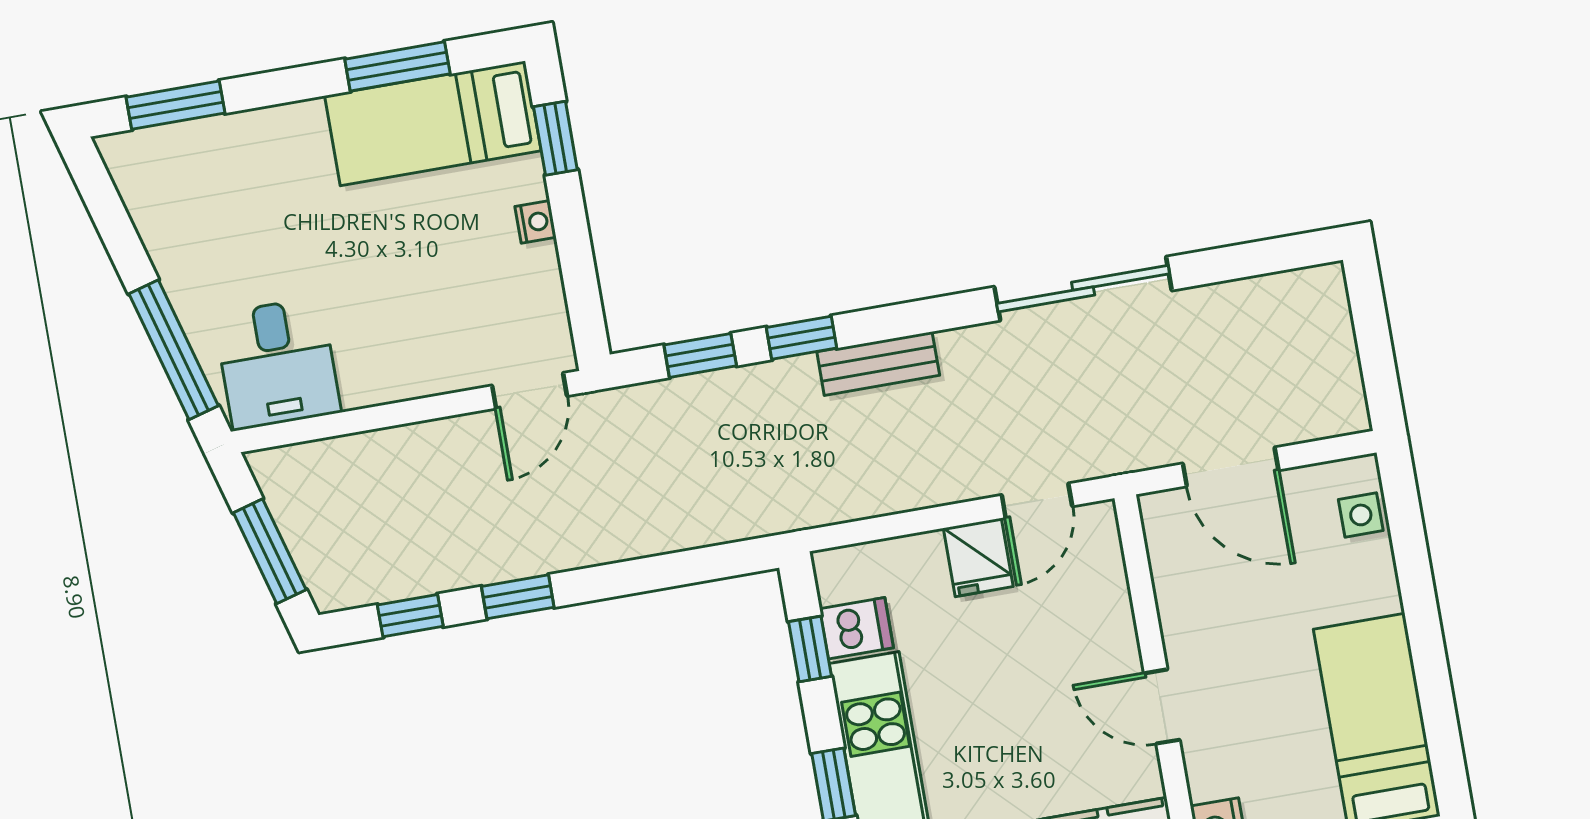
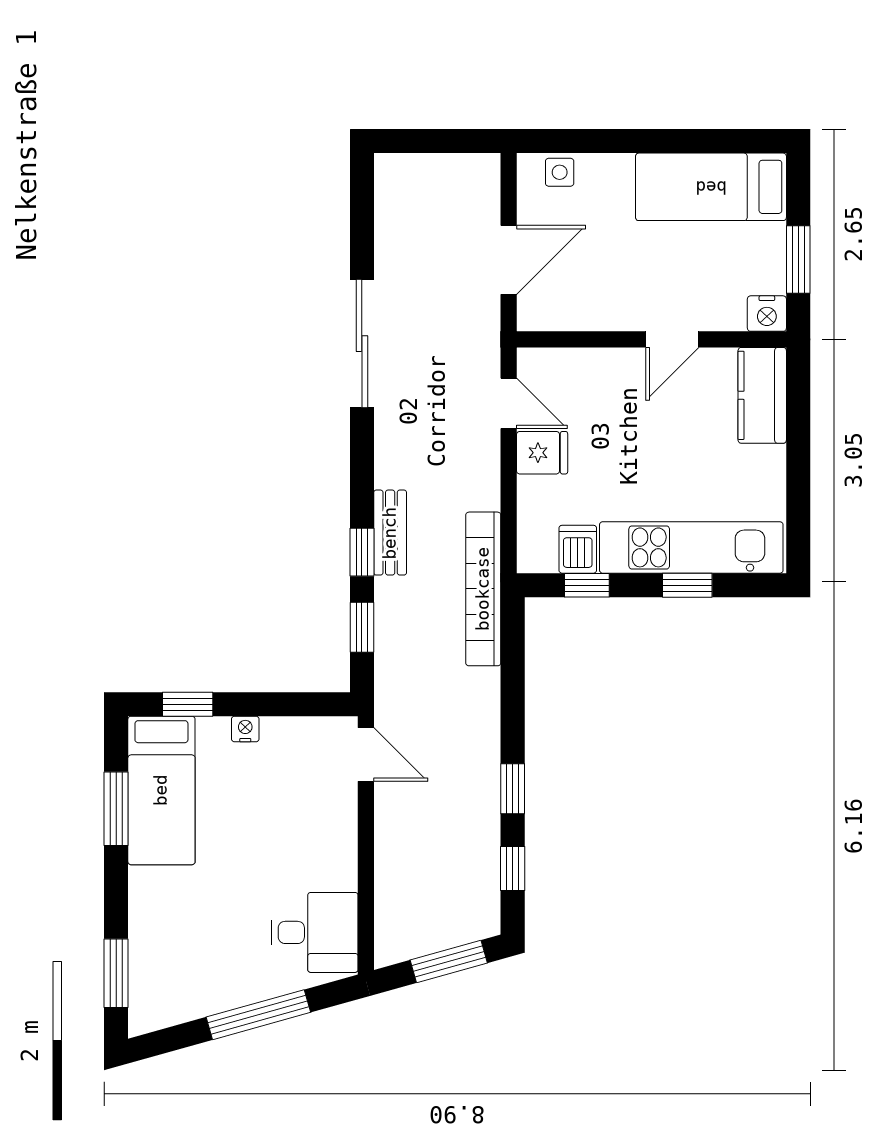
window: (174, 350) -> (258, 1015), moved
bench: (878, 364) -> (390, 533), moved
bookcase: (781, 510) -> (483, 589), added

